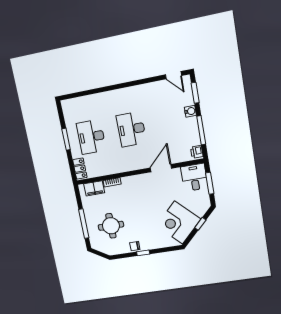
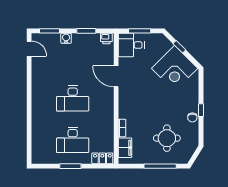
door: (173, 75) -> (29, 49), hinge flipped
window: (201, 130) -> (86, 31), width x0.69

